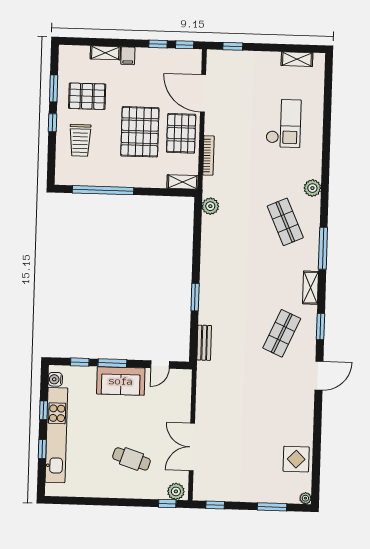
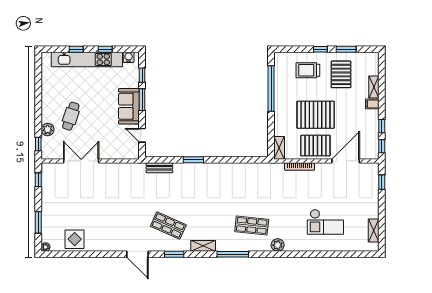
plant: (210, 206) -> (262, 169), removed
shop shelf: (285, 222) -> (252, 226), turned 30
plant: (176, 491) -> (48, 129), moved

